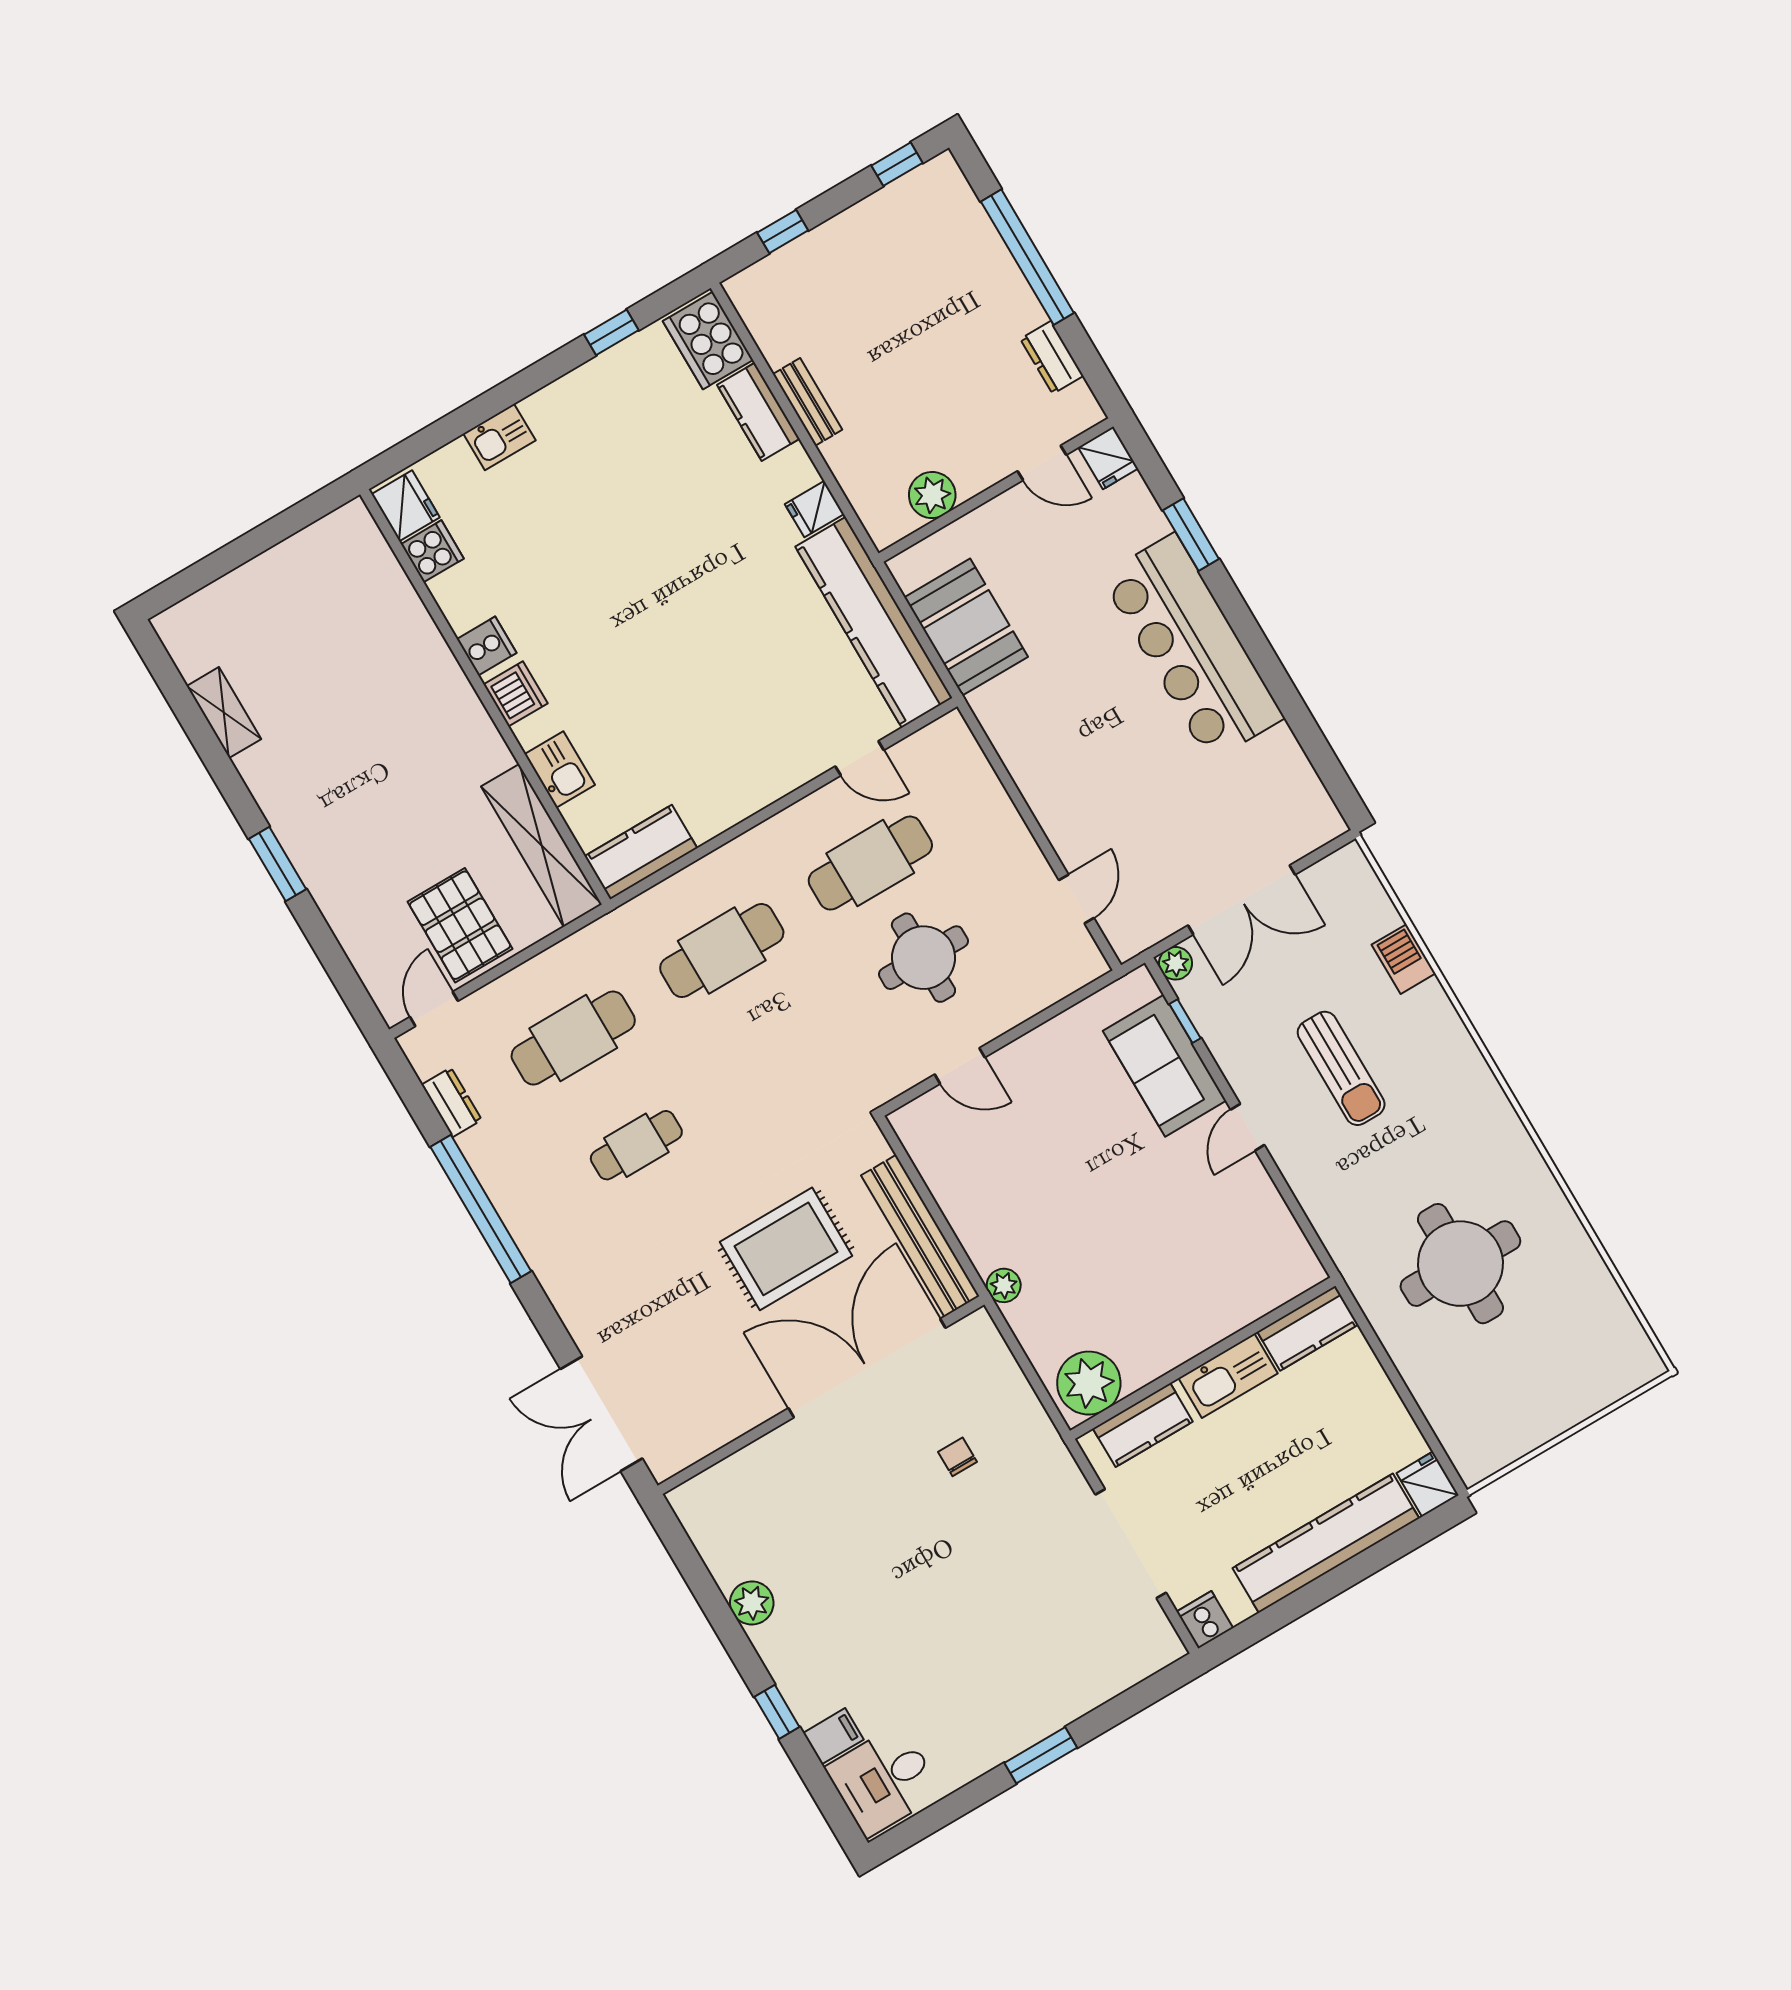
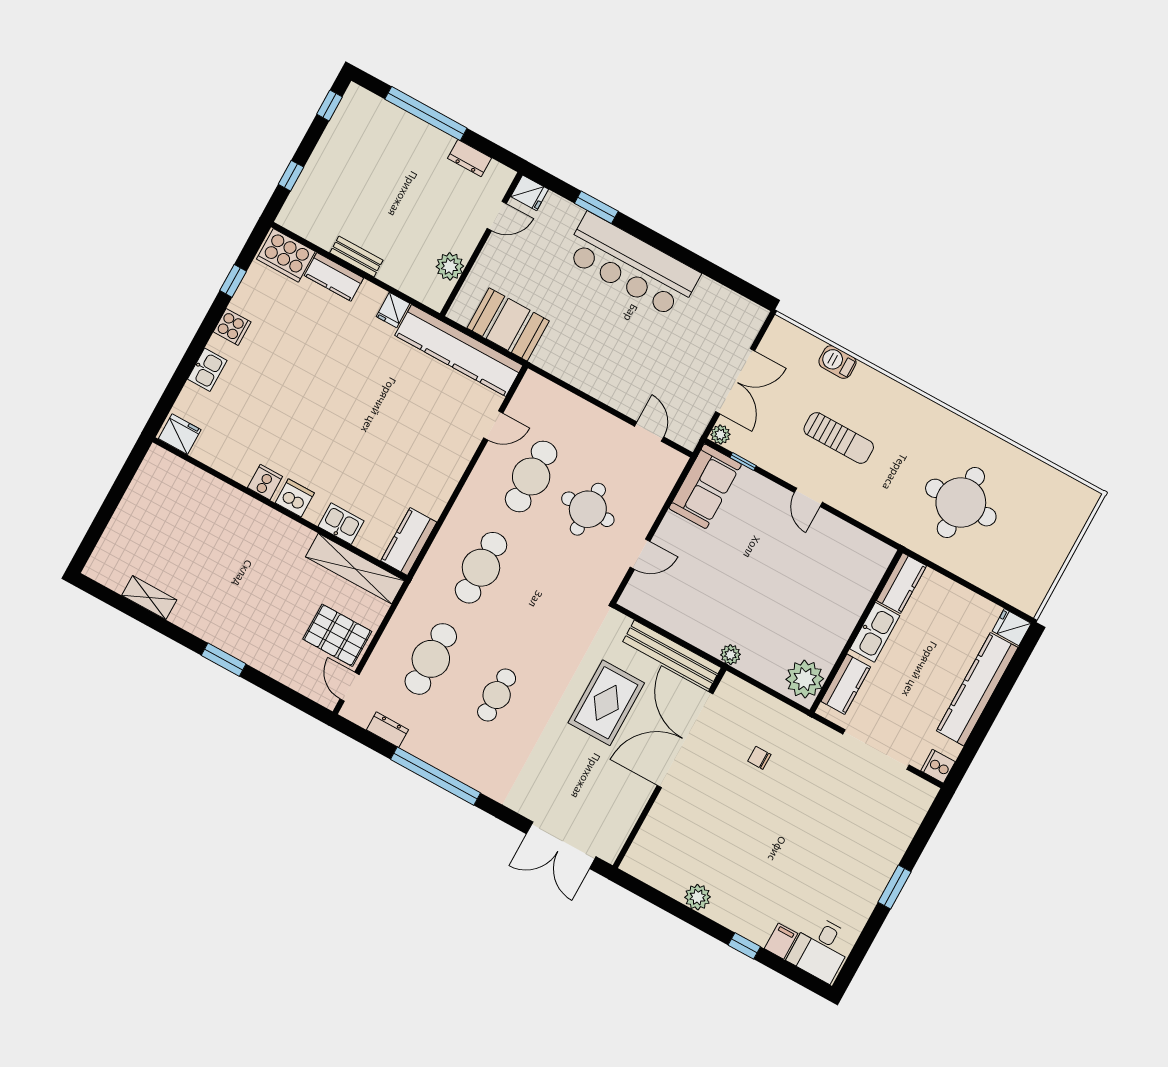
cooker: (432, 551) -> (232, 327), moved, turned 90
sofa: (1165, 1066) -> (705, 486), moved, turned -90

